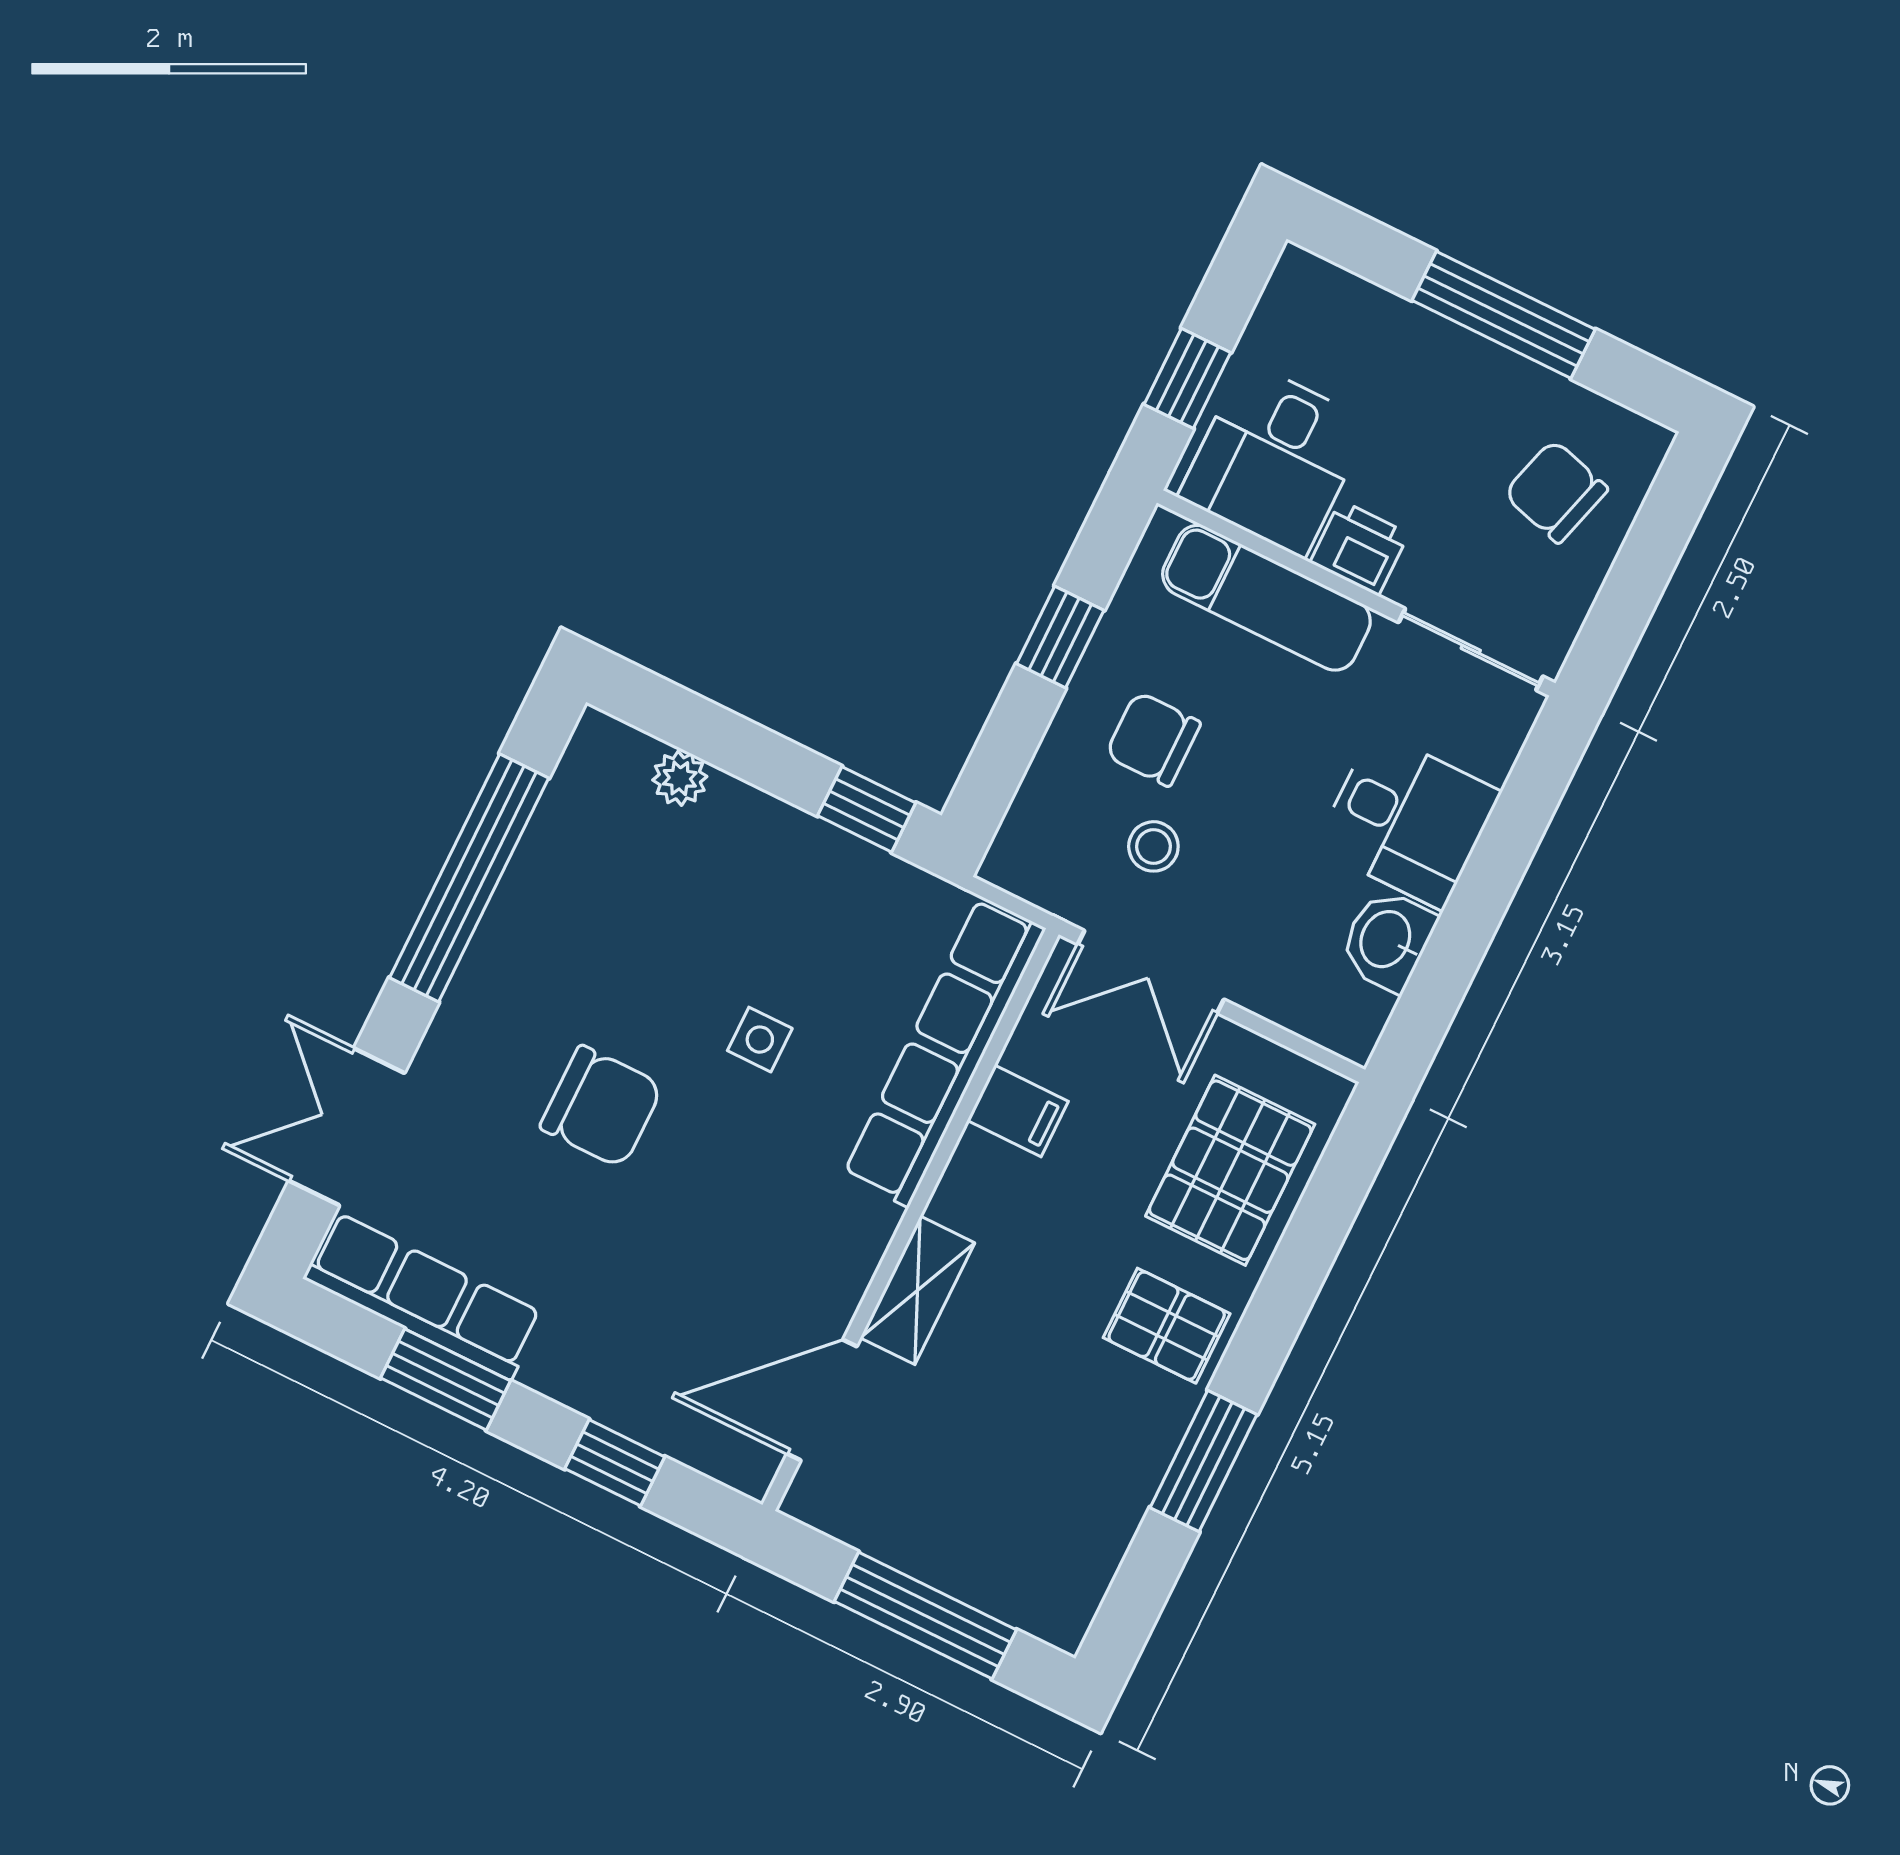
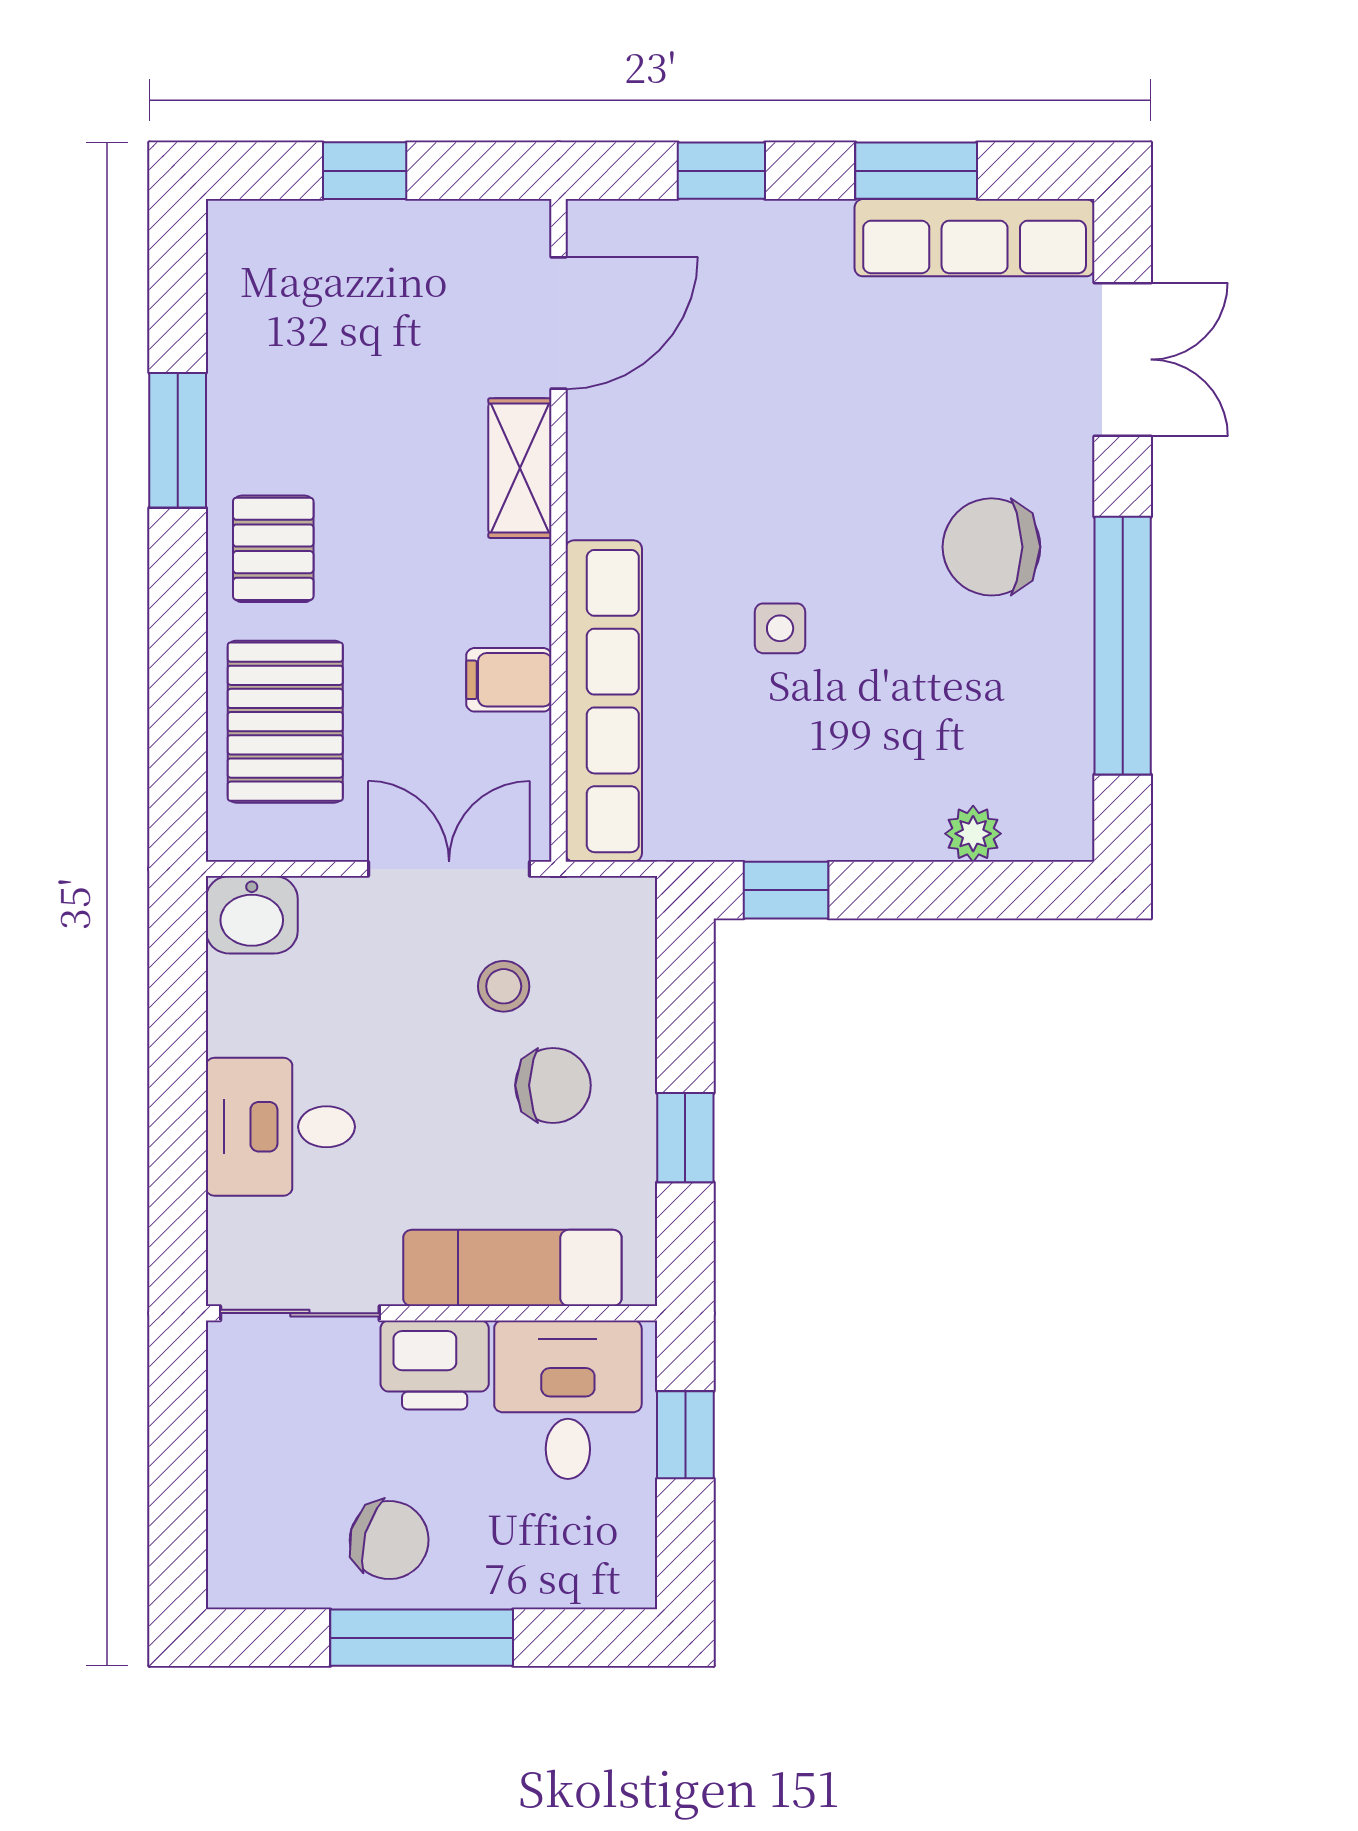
chair: (1556, 491) -> (389, 1540), moved
printer: (1359, 548) -> (435, 1365), width x1.36, depth x1.24
washbasin: (1387, 940) -> (252, 915), moved, turned 90
chair: (601, 1107) -> (991, 547), moved
pallet: (1167, 1326) -> (273, 549), turned 90
window: (925, 1616) -> (365, 171), width x0.46

